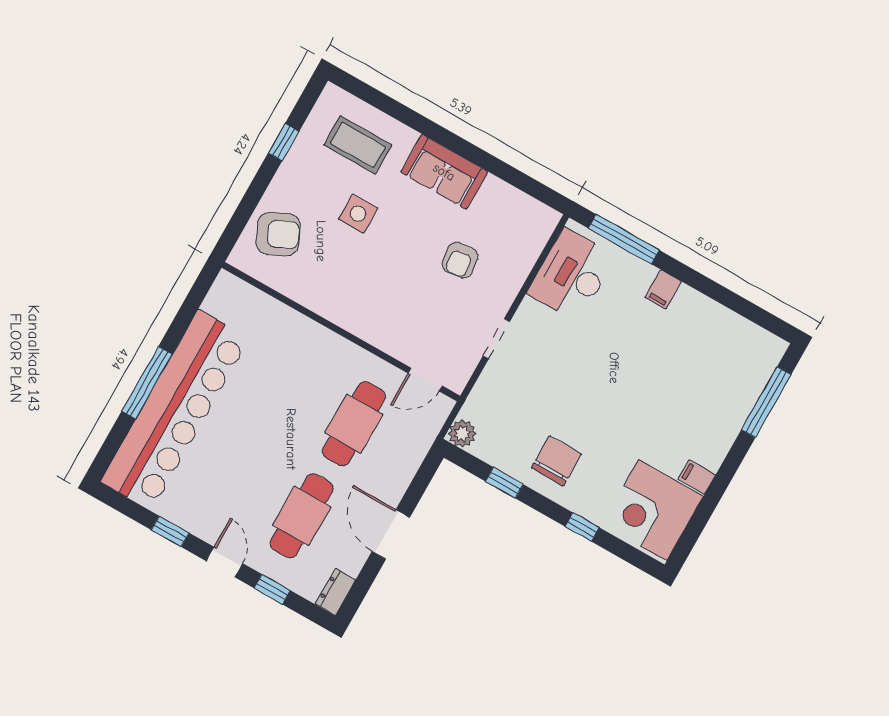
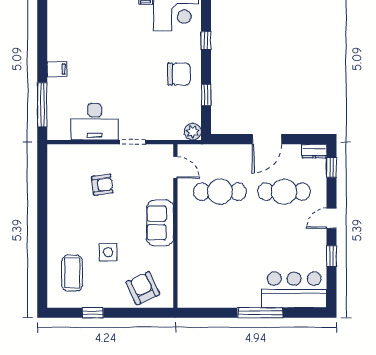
sofa: (444, 172) -> (160, 223), moved, turned 180
desk: (572, 275) -> (95, 122), moved
bar counter: (175, 410) -> (294, 290), width x0.54
chair: (556, 461) -> (179, 74), turned 180
window: (272, 589) -> (331, 167), moved

